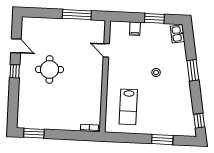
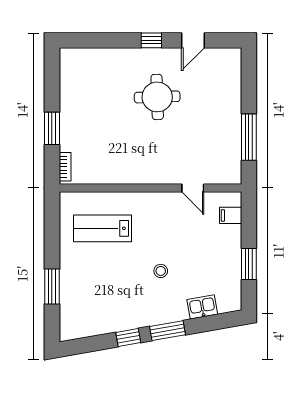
filing cabinet: (135, 29) -> (231, 215), moved
kitchen sink: (178, 34) -> (202, 307), moved
door: (106, 50) -> (193, 188), swing flipped
window: (199, 121) -> (128, 337), moved
window: (34, 133) -> (52, 128), moved

